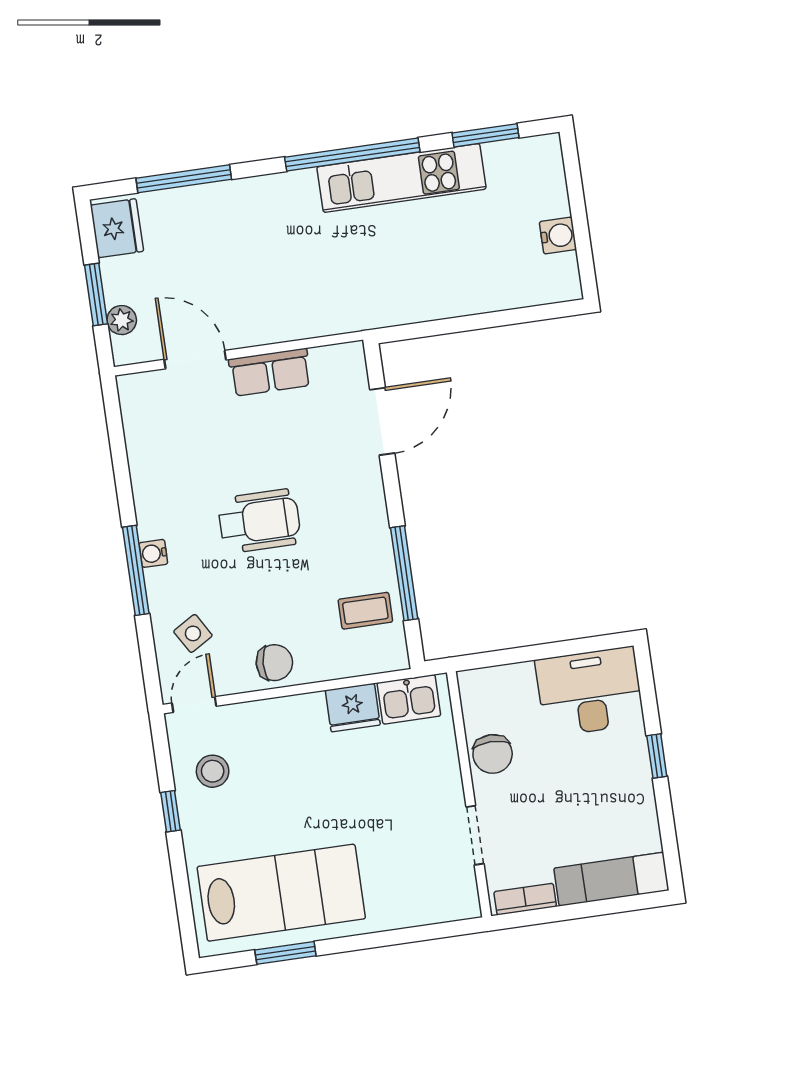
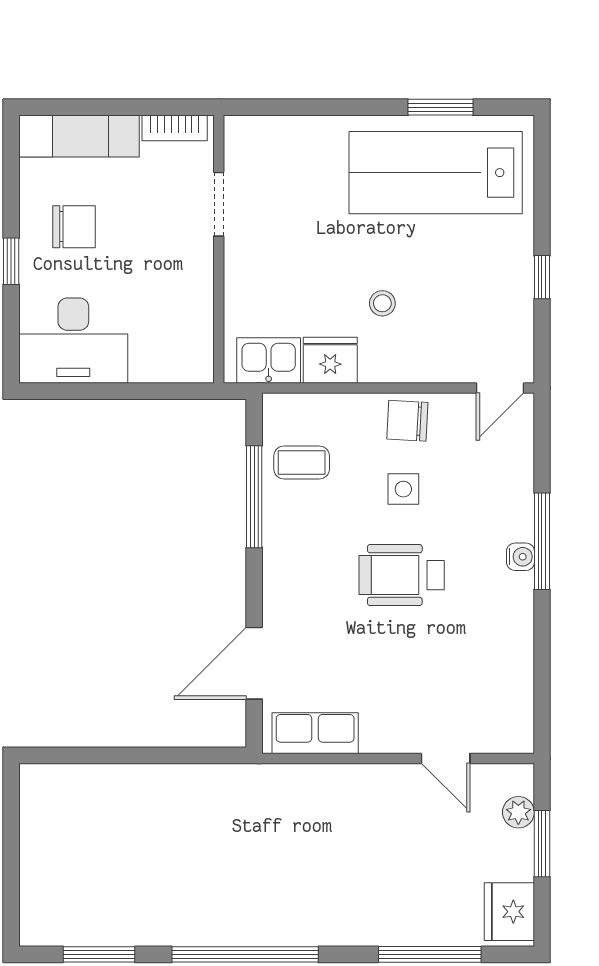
kitchen unit: (401, 178) -> (196, 922), removed
water cooler: (558, 236) -> (37, 836), removed
door: (195, 360) -> (446, 758), width x0.73
row of seats: (270, 372) -> (315, 733), moved
side table: (193, 633) -> (403, 489), moved, turned 31
chair: (493, 754) -> (74, 227), moved, turned 90
stool: (213, 771) -> (382, 303), moved, width x0.73, depth x0.73

